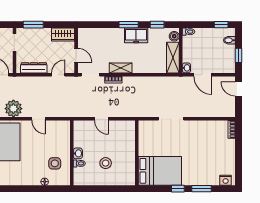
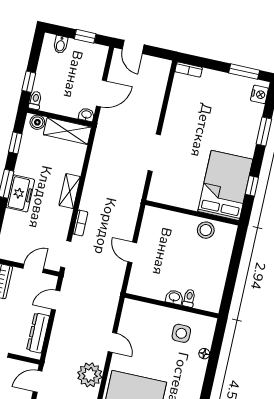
window: (221, 25) -> (29, 82), moved
freezer: (136, 35) -> (20, 193), moved
shelving: (121, 68) -> (70, 191), moved
door: (58, 75) -> (56, 300), hinge flipped
door: (239, 89) -> (133, 47), hinge flipped
door: (38, 119) -> (112, 342), hinge flipped
door: (101, 119) -> (132, 252), swing flipped
stool: (106, 163) -> (206, 230), moved
window: (239, 167) -> (244, 72), added
window: (178, 189) -> (252, 186), moved

